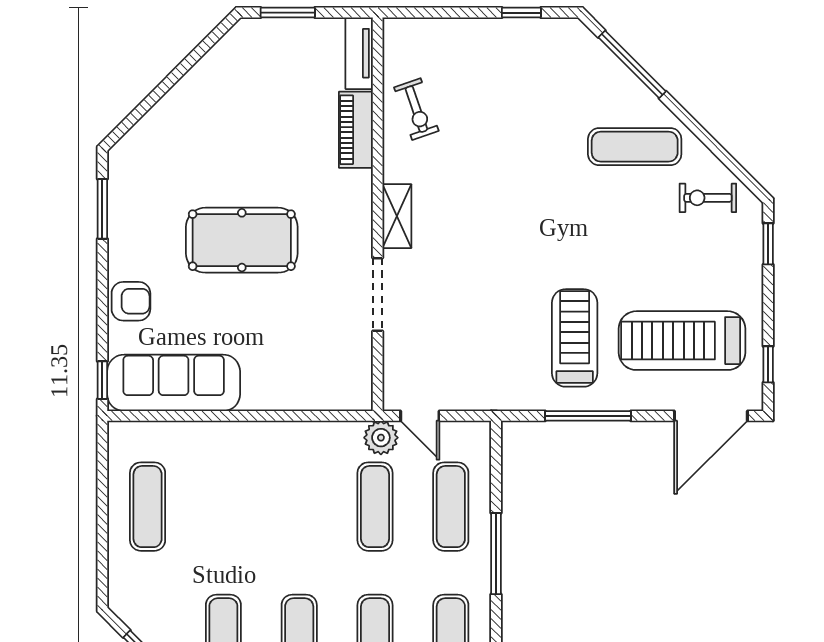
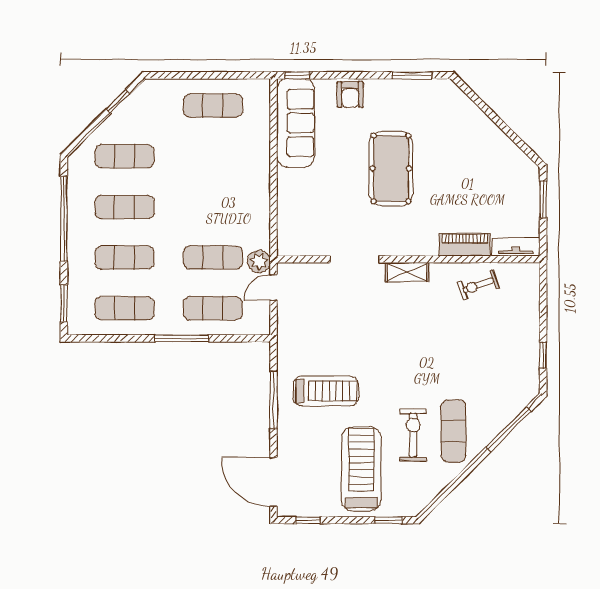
exercise bike: (708, 198) -> (413, 435), moved, width x1.38, depth x1.39
treadmill: (682, 341) -> (361, 469), moved

